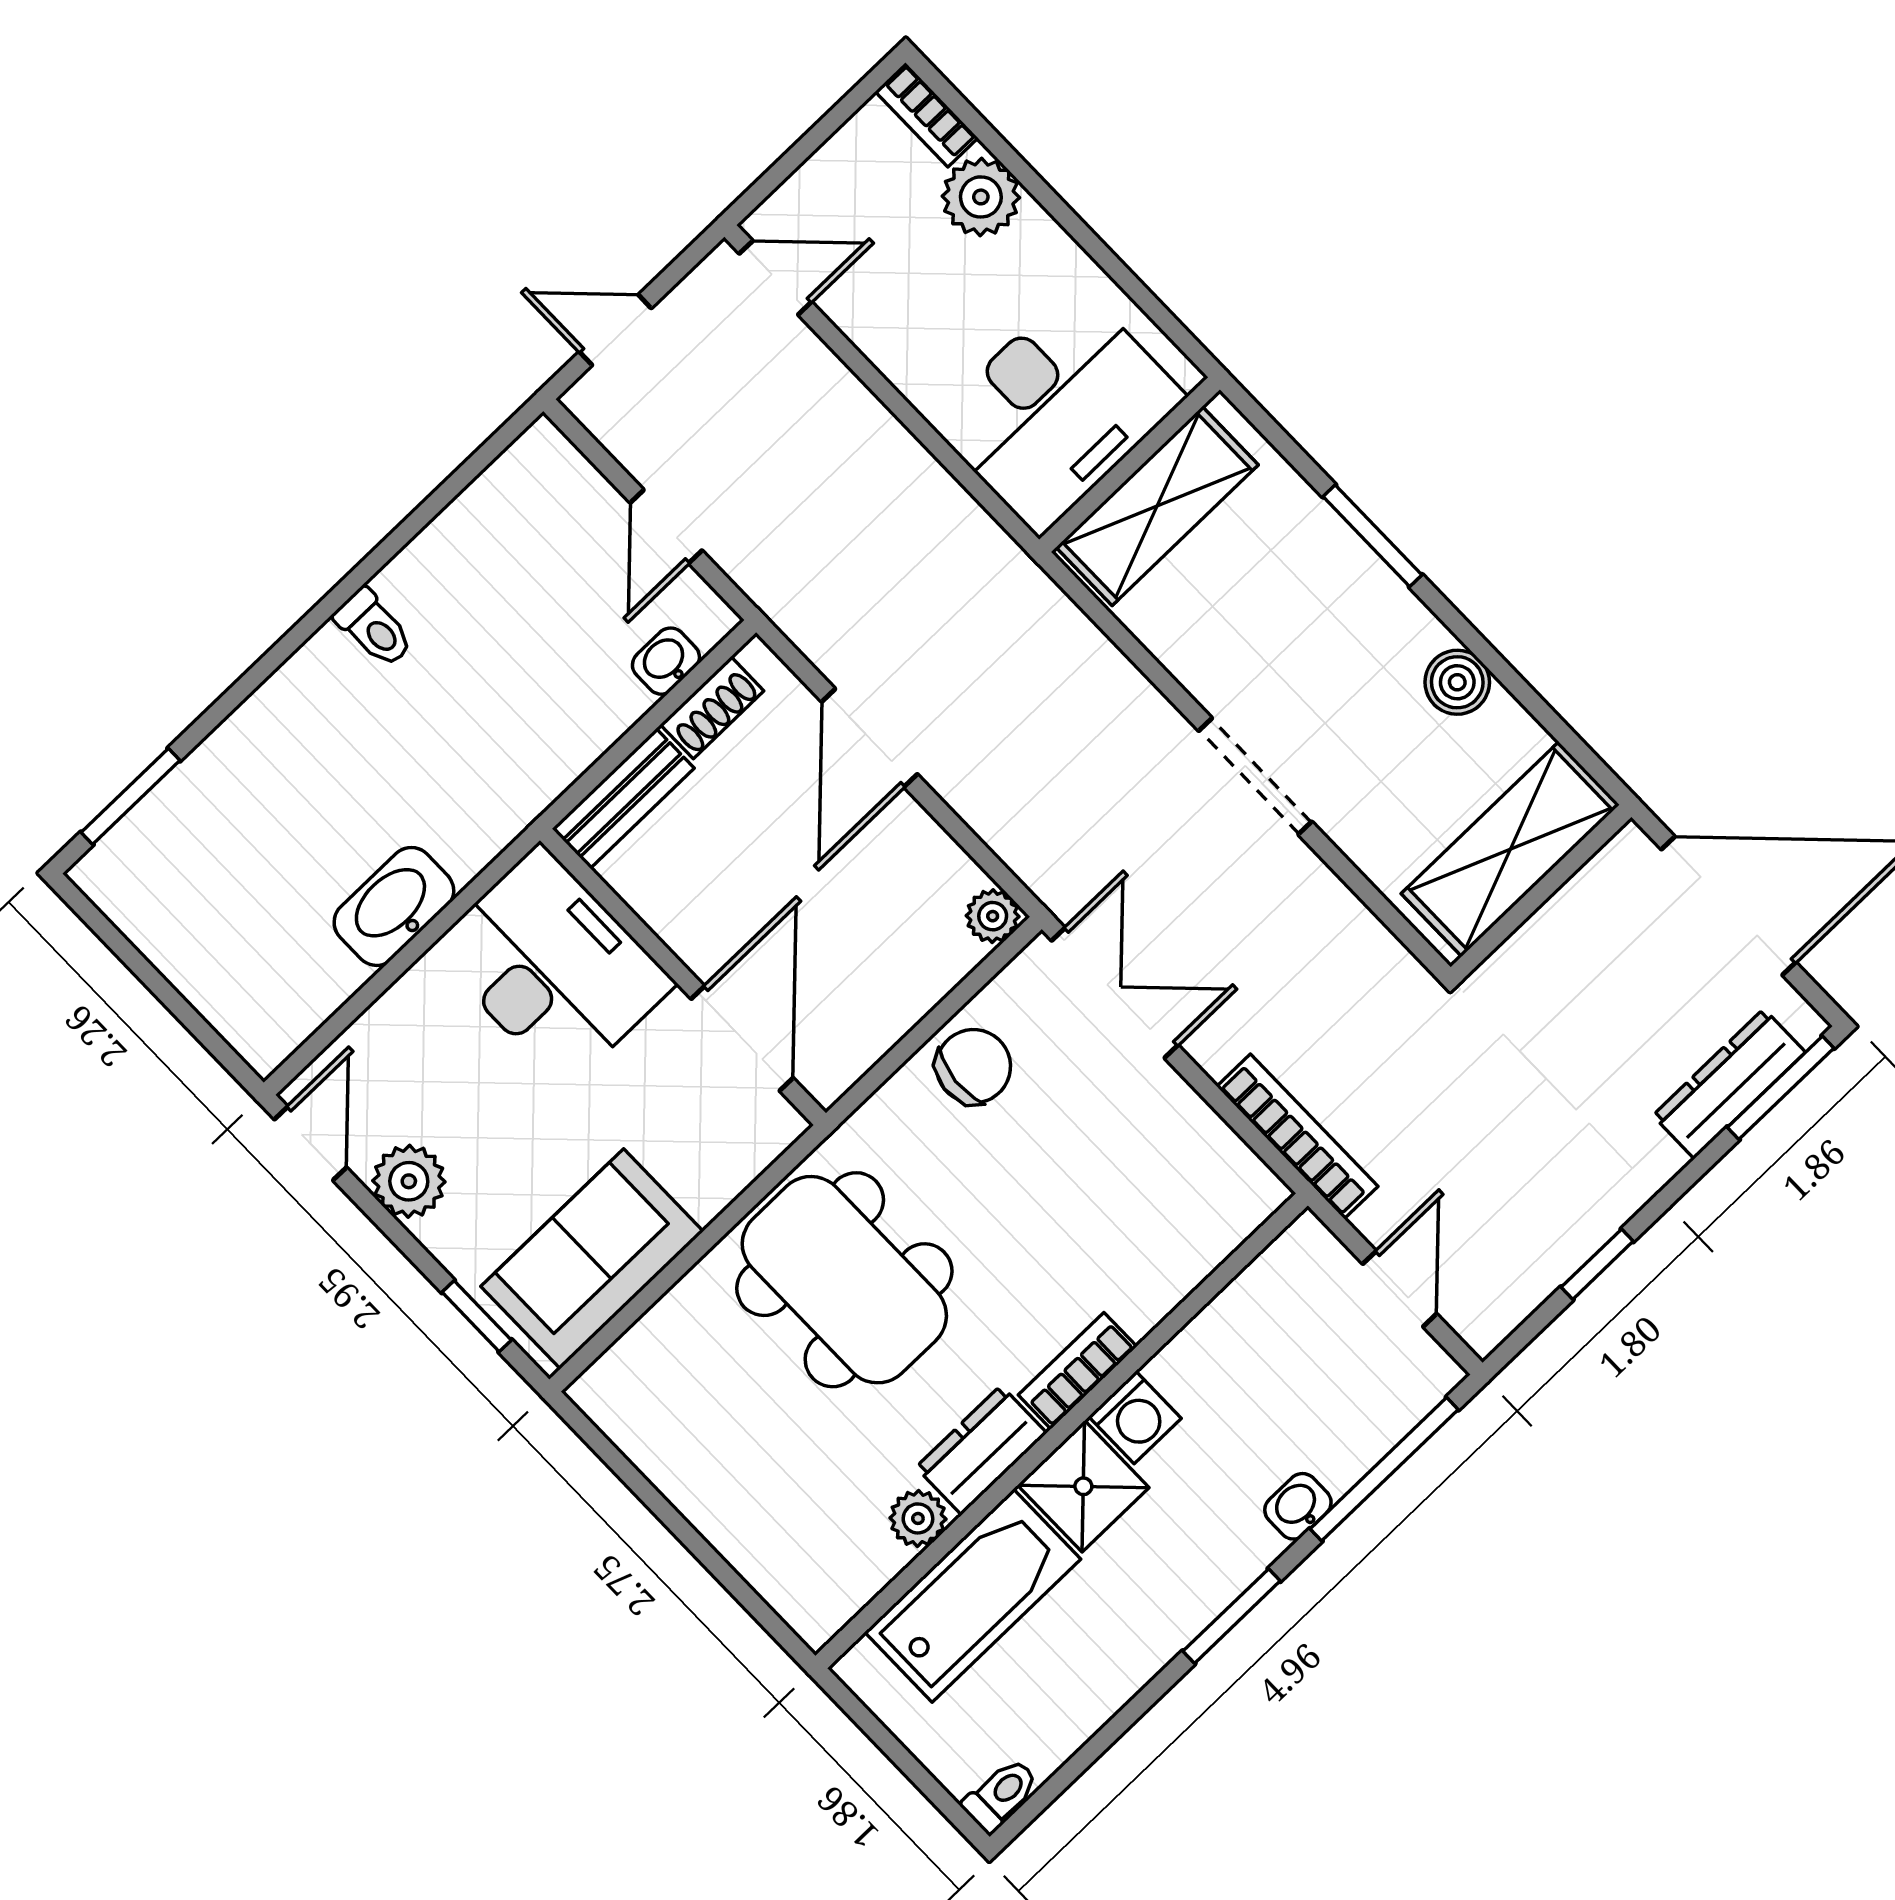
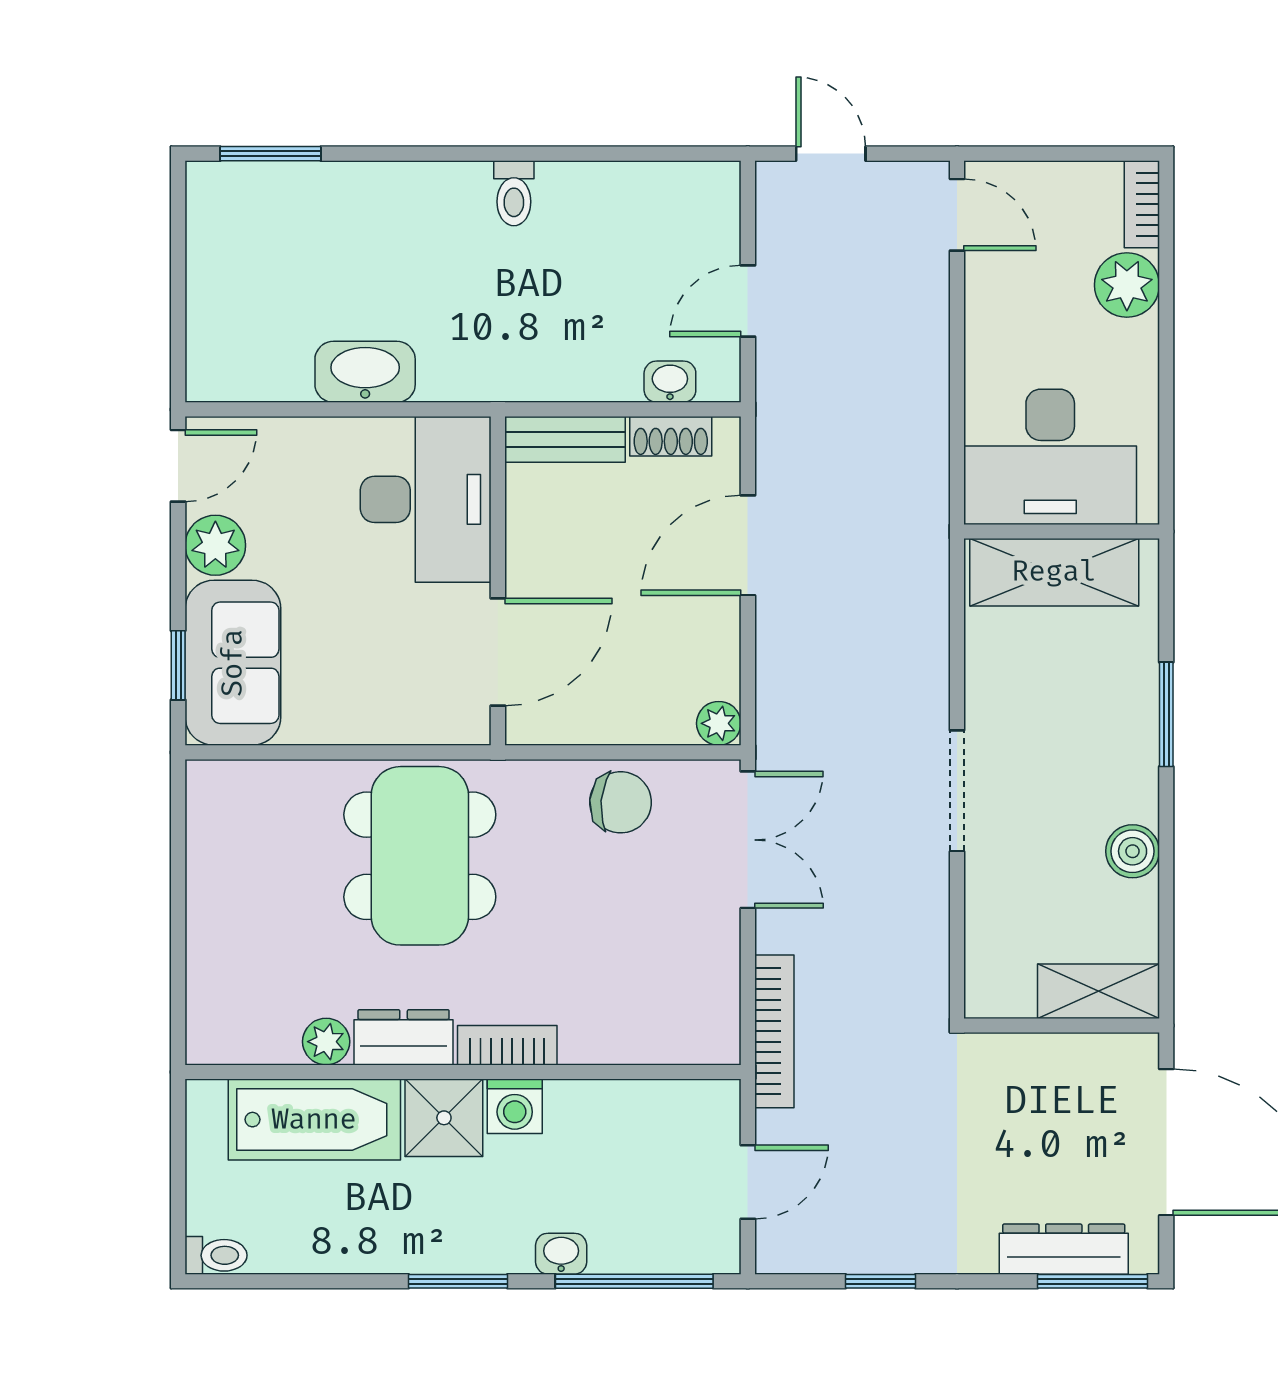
shelving: (1510, 849) -> (1098, 991), width x0.67, depth x0.75
sofa: (592, 1259) -> (233, 663), moved, turned 90

